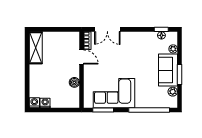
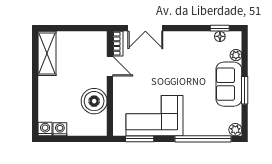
boiler: (74, 82) -> (94, 101), width x1.86, depth x1.86
plant: (173, 92) -> (235, 130), moved

